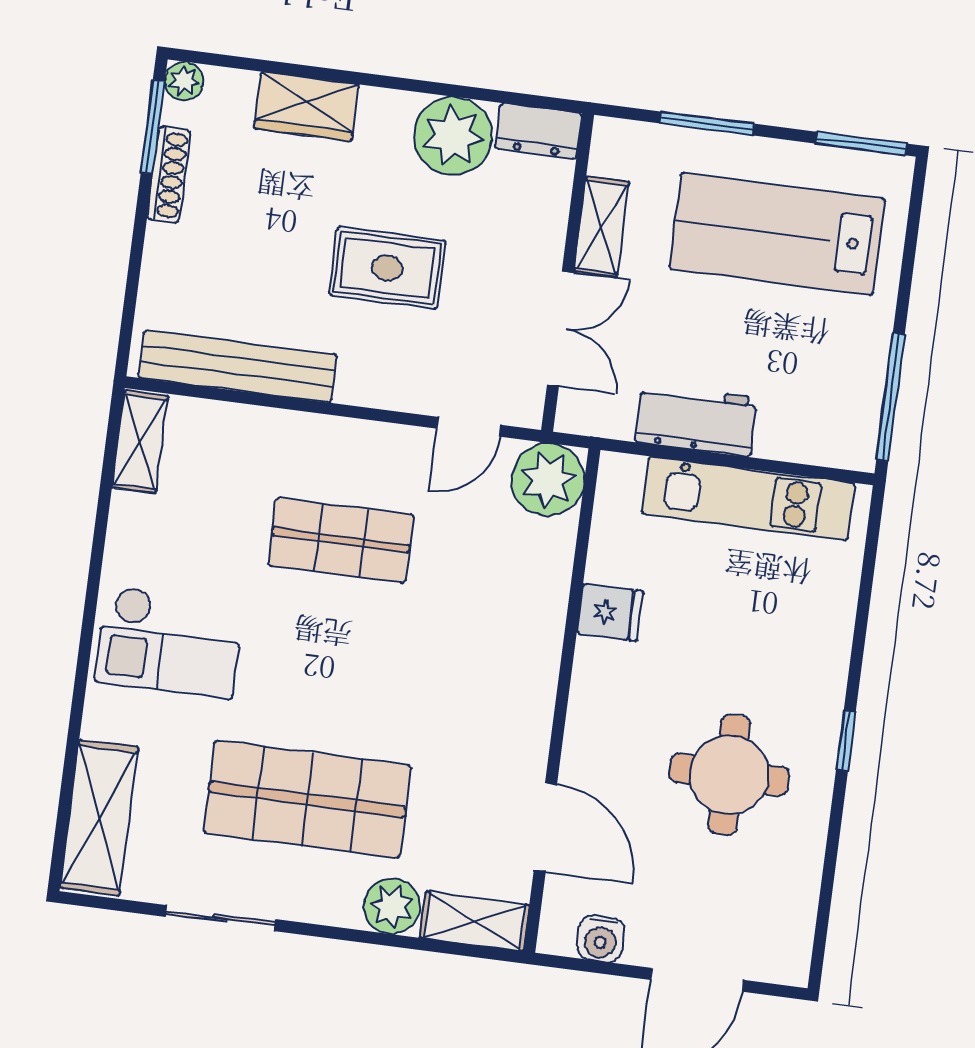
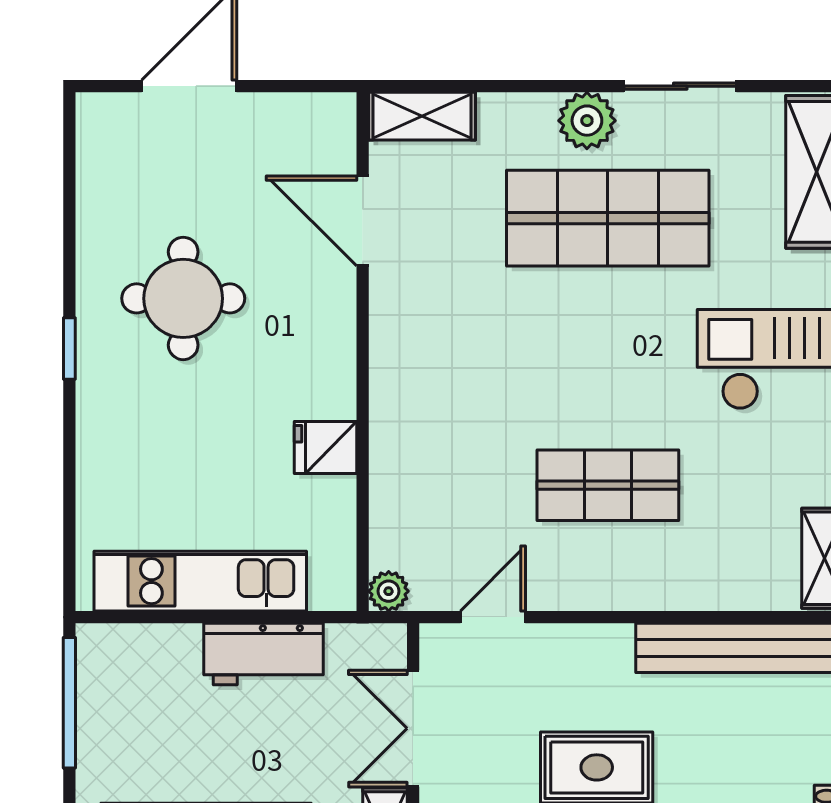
plant: (548, 480) -> (389, 591), width x0.53, depth x0.53
plant: (392, 906) -> (587, 121), moved
water cooler: (601, 939) -> (292, 115), removed

